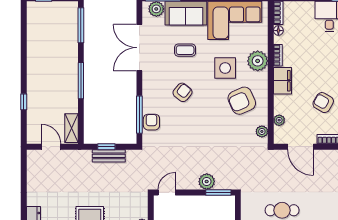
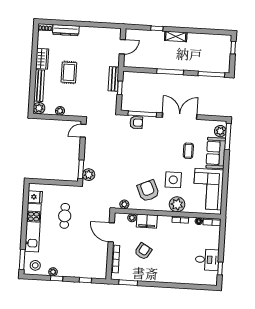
double door: (139, 48) -> (180, 116), moved
filing cabinet: (283, 81) -> (147, 221), moved
armchair: (183, 92) -> (157, 147), removed
shelving: (71, 128) -> (176, 36), moved
door: (300, 147) -> (111, 232), hinge flipped
bench: (109, 156) -> (114, 79), moved
plant: (207, 182) -> (89, 175), moved
door: (167, 192) -> (83, 131), swing flipped

